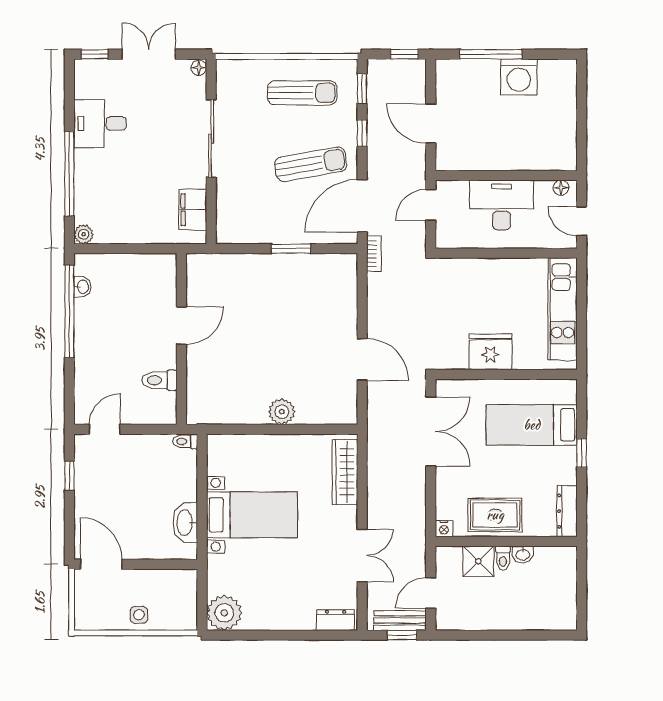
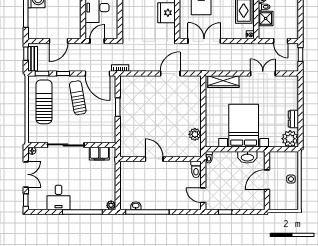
double door: (149, 54) -> (26, 174), swing flipped
sun lounger: (302, 93) -> (44, 102), width x1.36, depth x1.34
door: (431, 205) -> (97, 41), swing flipped
toilet: (159, 380) -> (196, 169), moved
plant: (282, 412) -> (195, 134), moved
bed with nightstands: (252, 515) -> (244, 126), width x1.36
door: (101, 564) -> (267, 180), moved
dresser: (336, 620) -> (293, 119), moved
bench: (400, 621) -> (33, 59), moved

